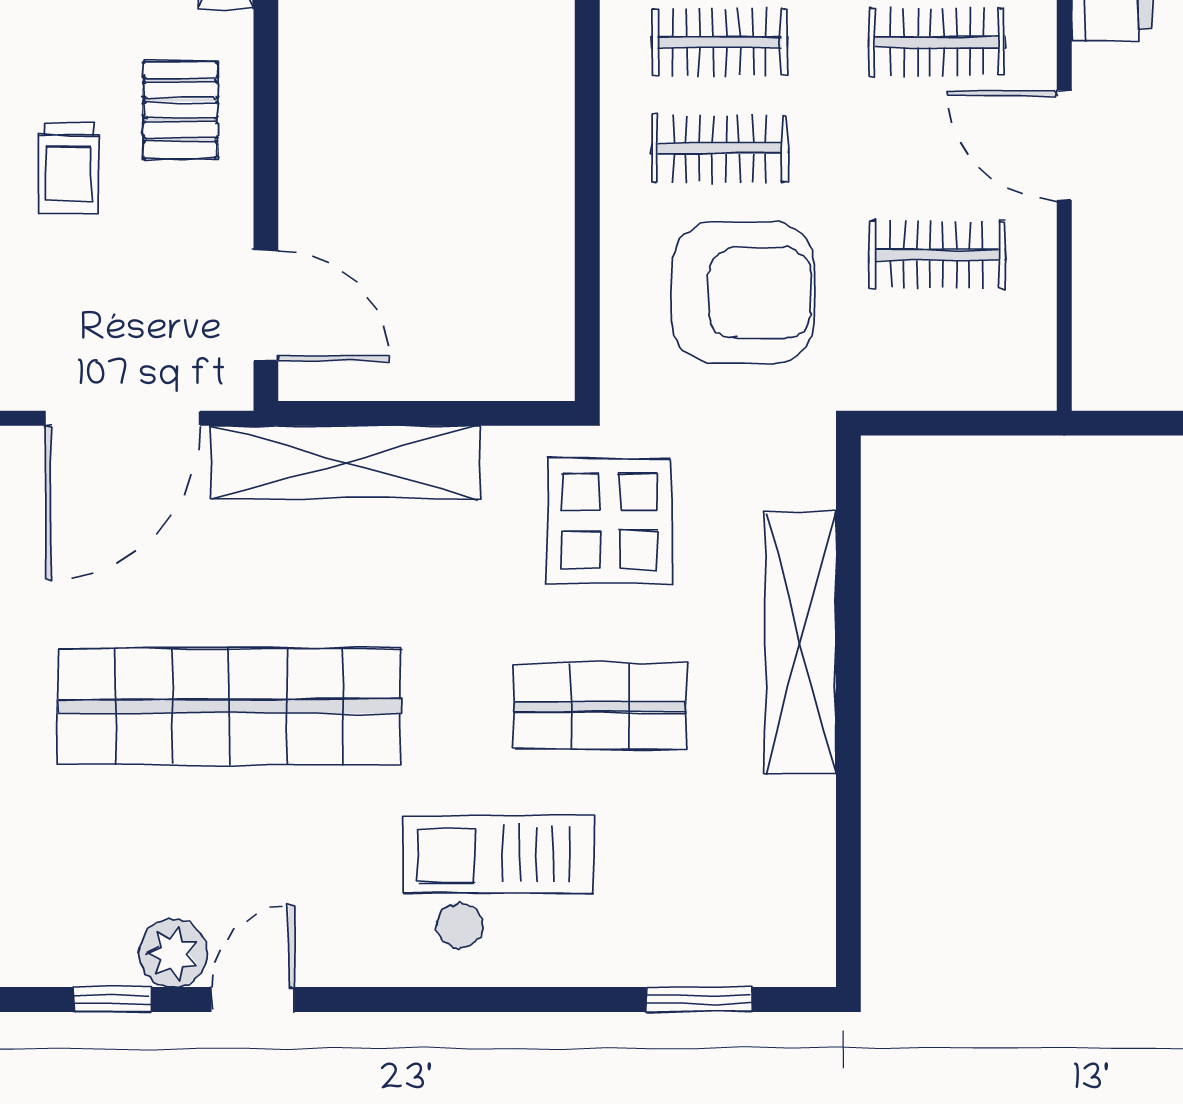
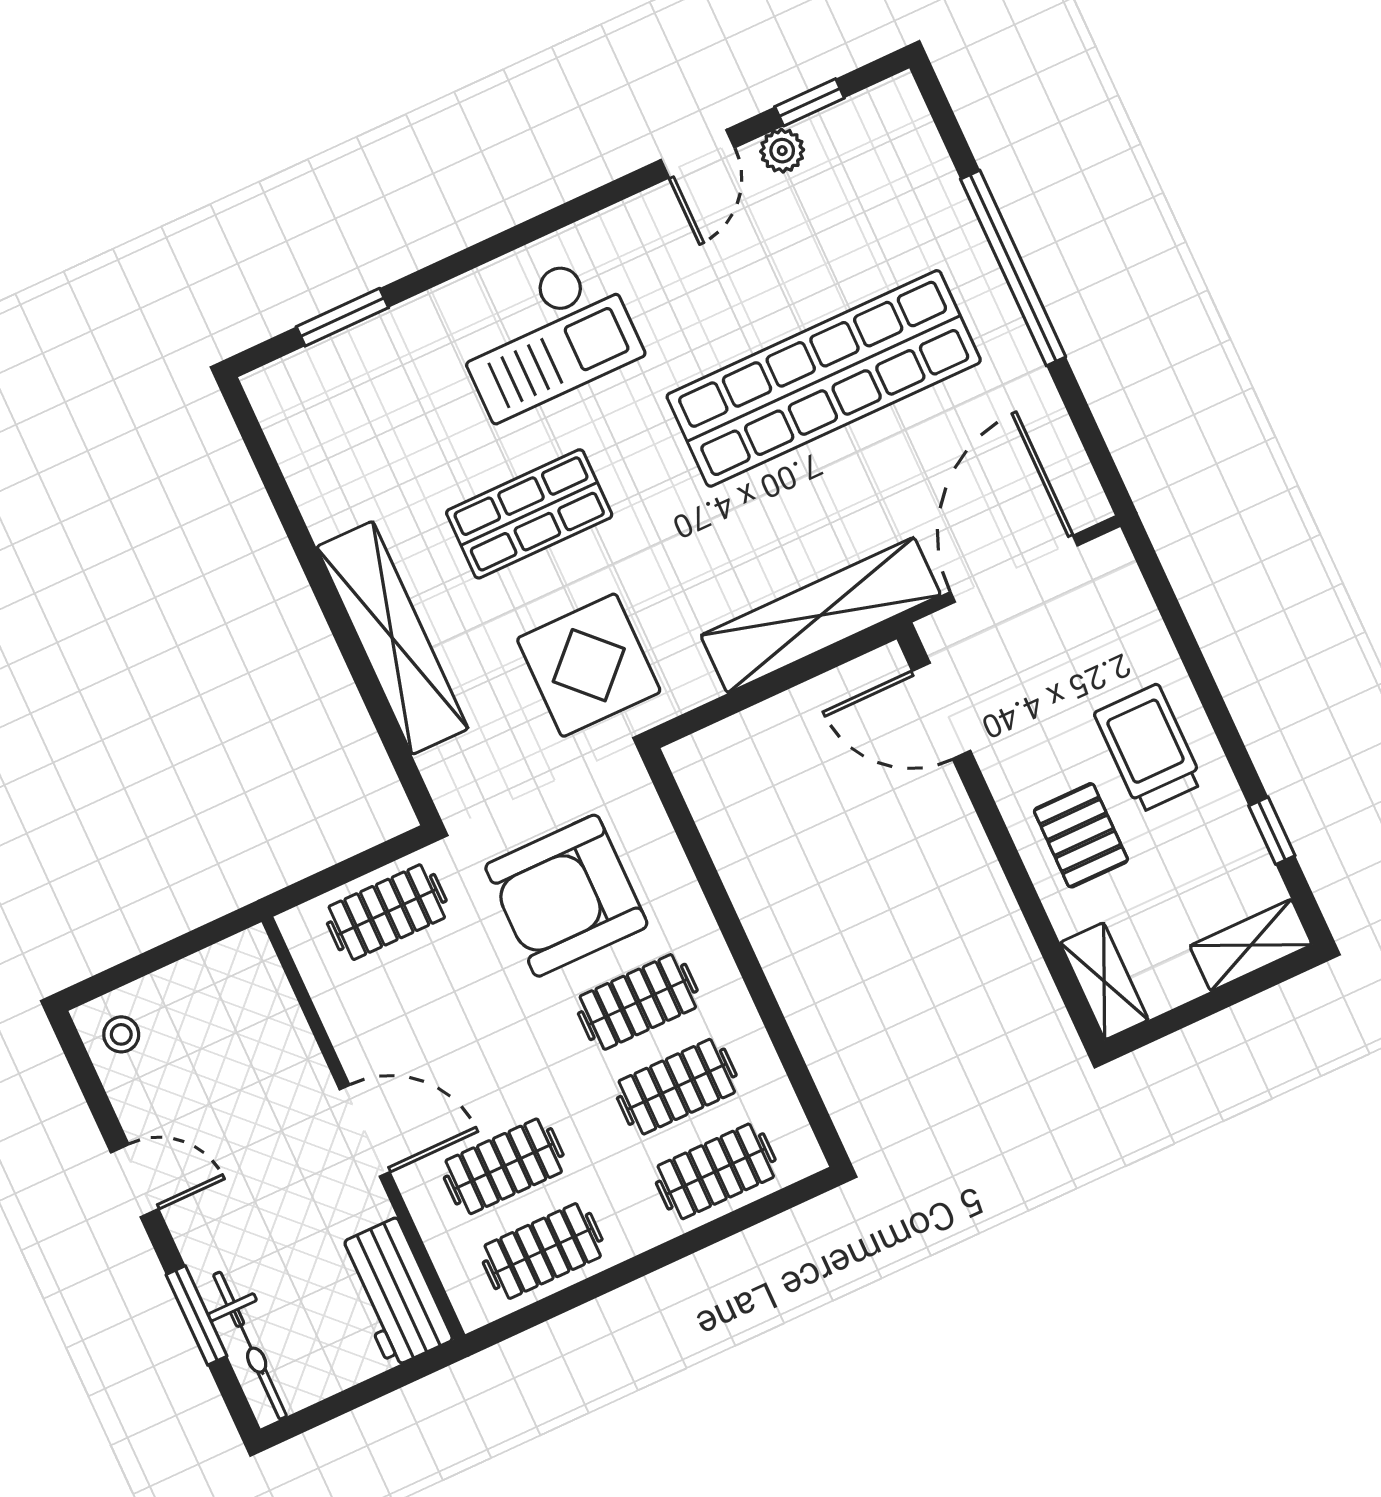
trolley: (69, 168) -> (1149, 748), width x1.36, depth x1.39
clothes rail: (937, 255) -> (387, 912), moved
plant: (173, 953) -> (782, 151), width x0.73, depth x0.73

